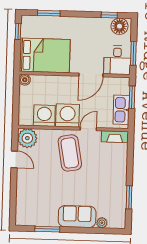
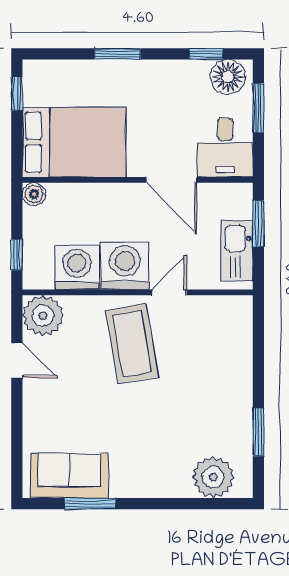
window: (49, 13) -> (117, 54), moved
window: (133, 53) -> (258, 108), moved
door: (91, 75) -> (171, 180), hinge flipped
window: (16, 109) -> (17, 255), added
fireplace: (115, 137) -> (225, 307), removed
sofa: (77, 217) -> (69, 476), moved
plant: (102, 223) -> (213, 477), width x1.87, depth x1.87

